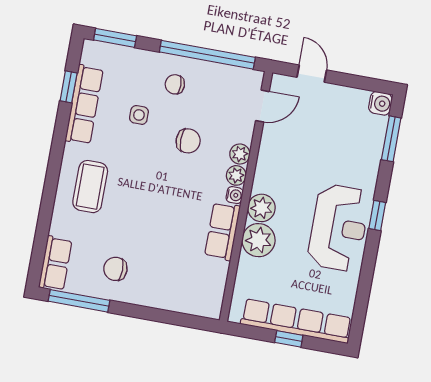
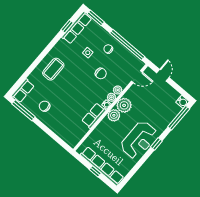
row of seats: (84, 105) -> (77, 28), moved
window: (391, 139) -> (179, 118), width x1.44
plant: (258, 240) -> (124, 105), moved

